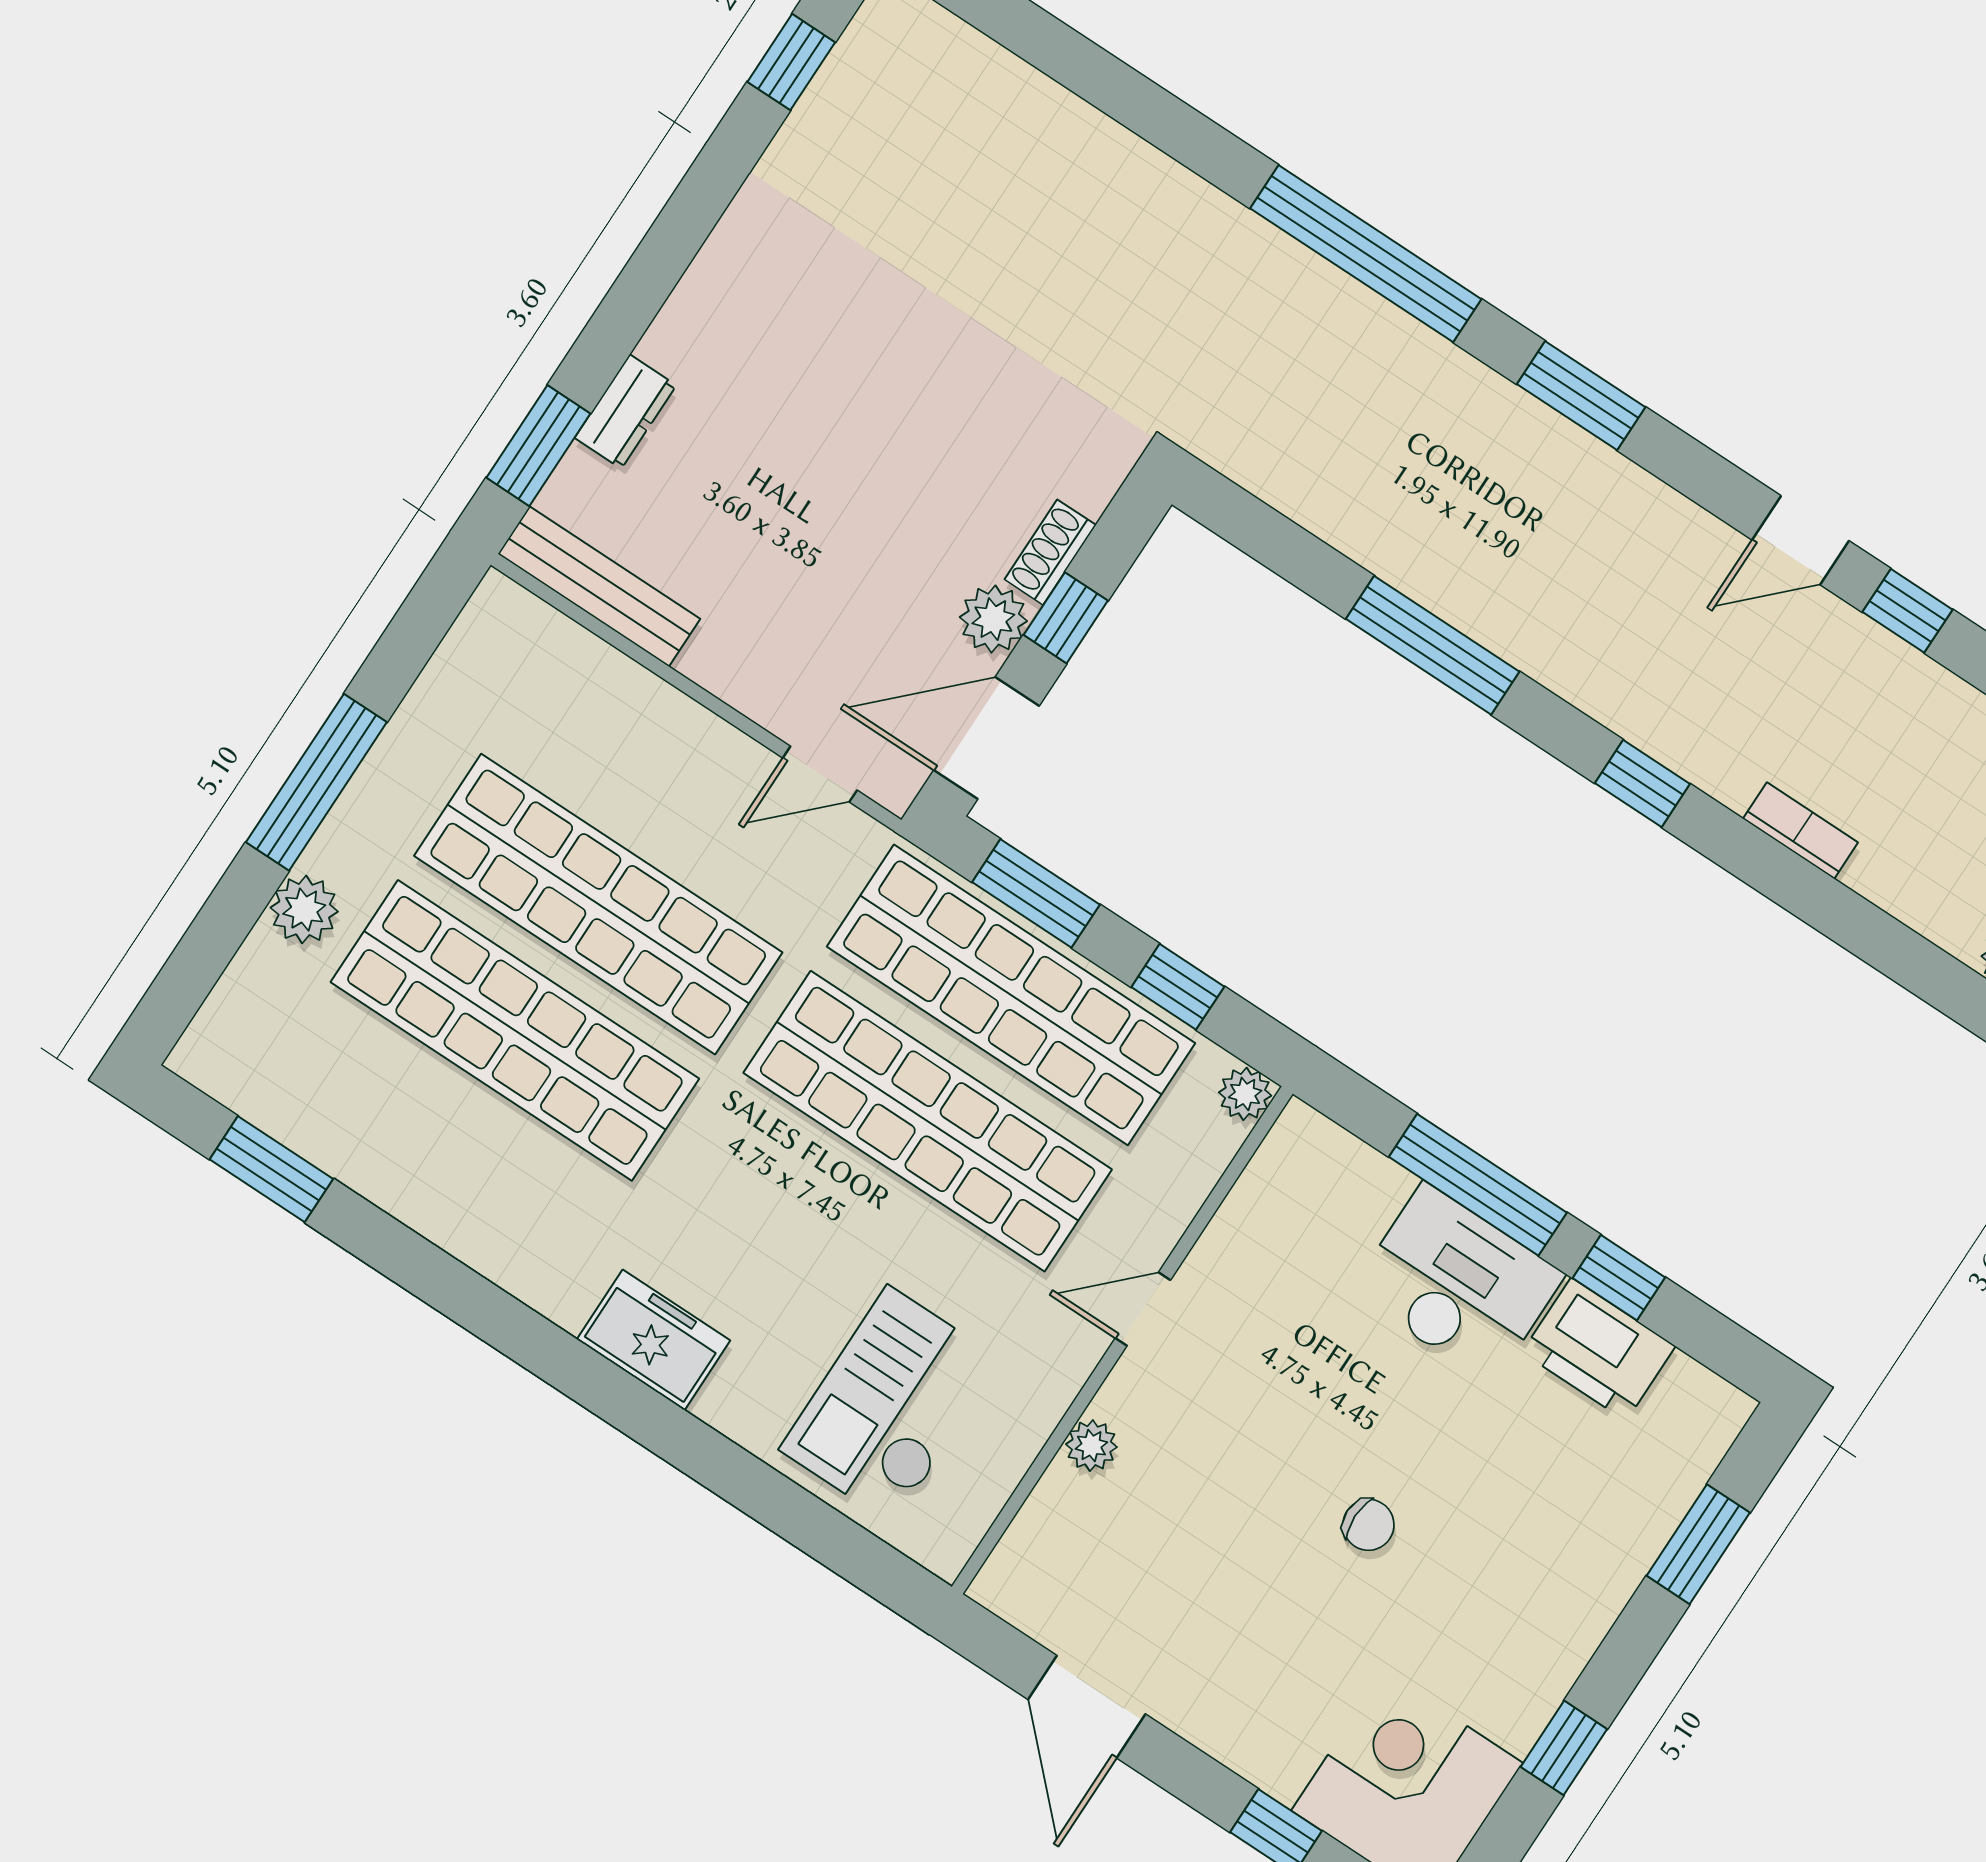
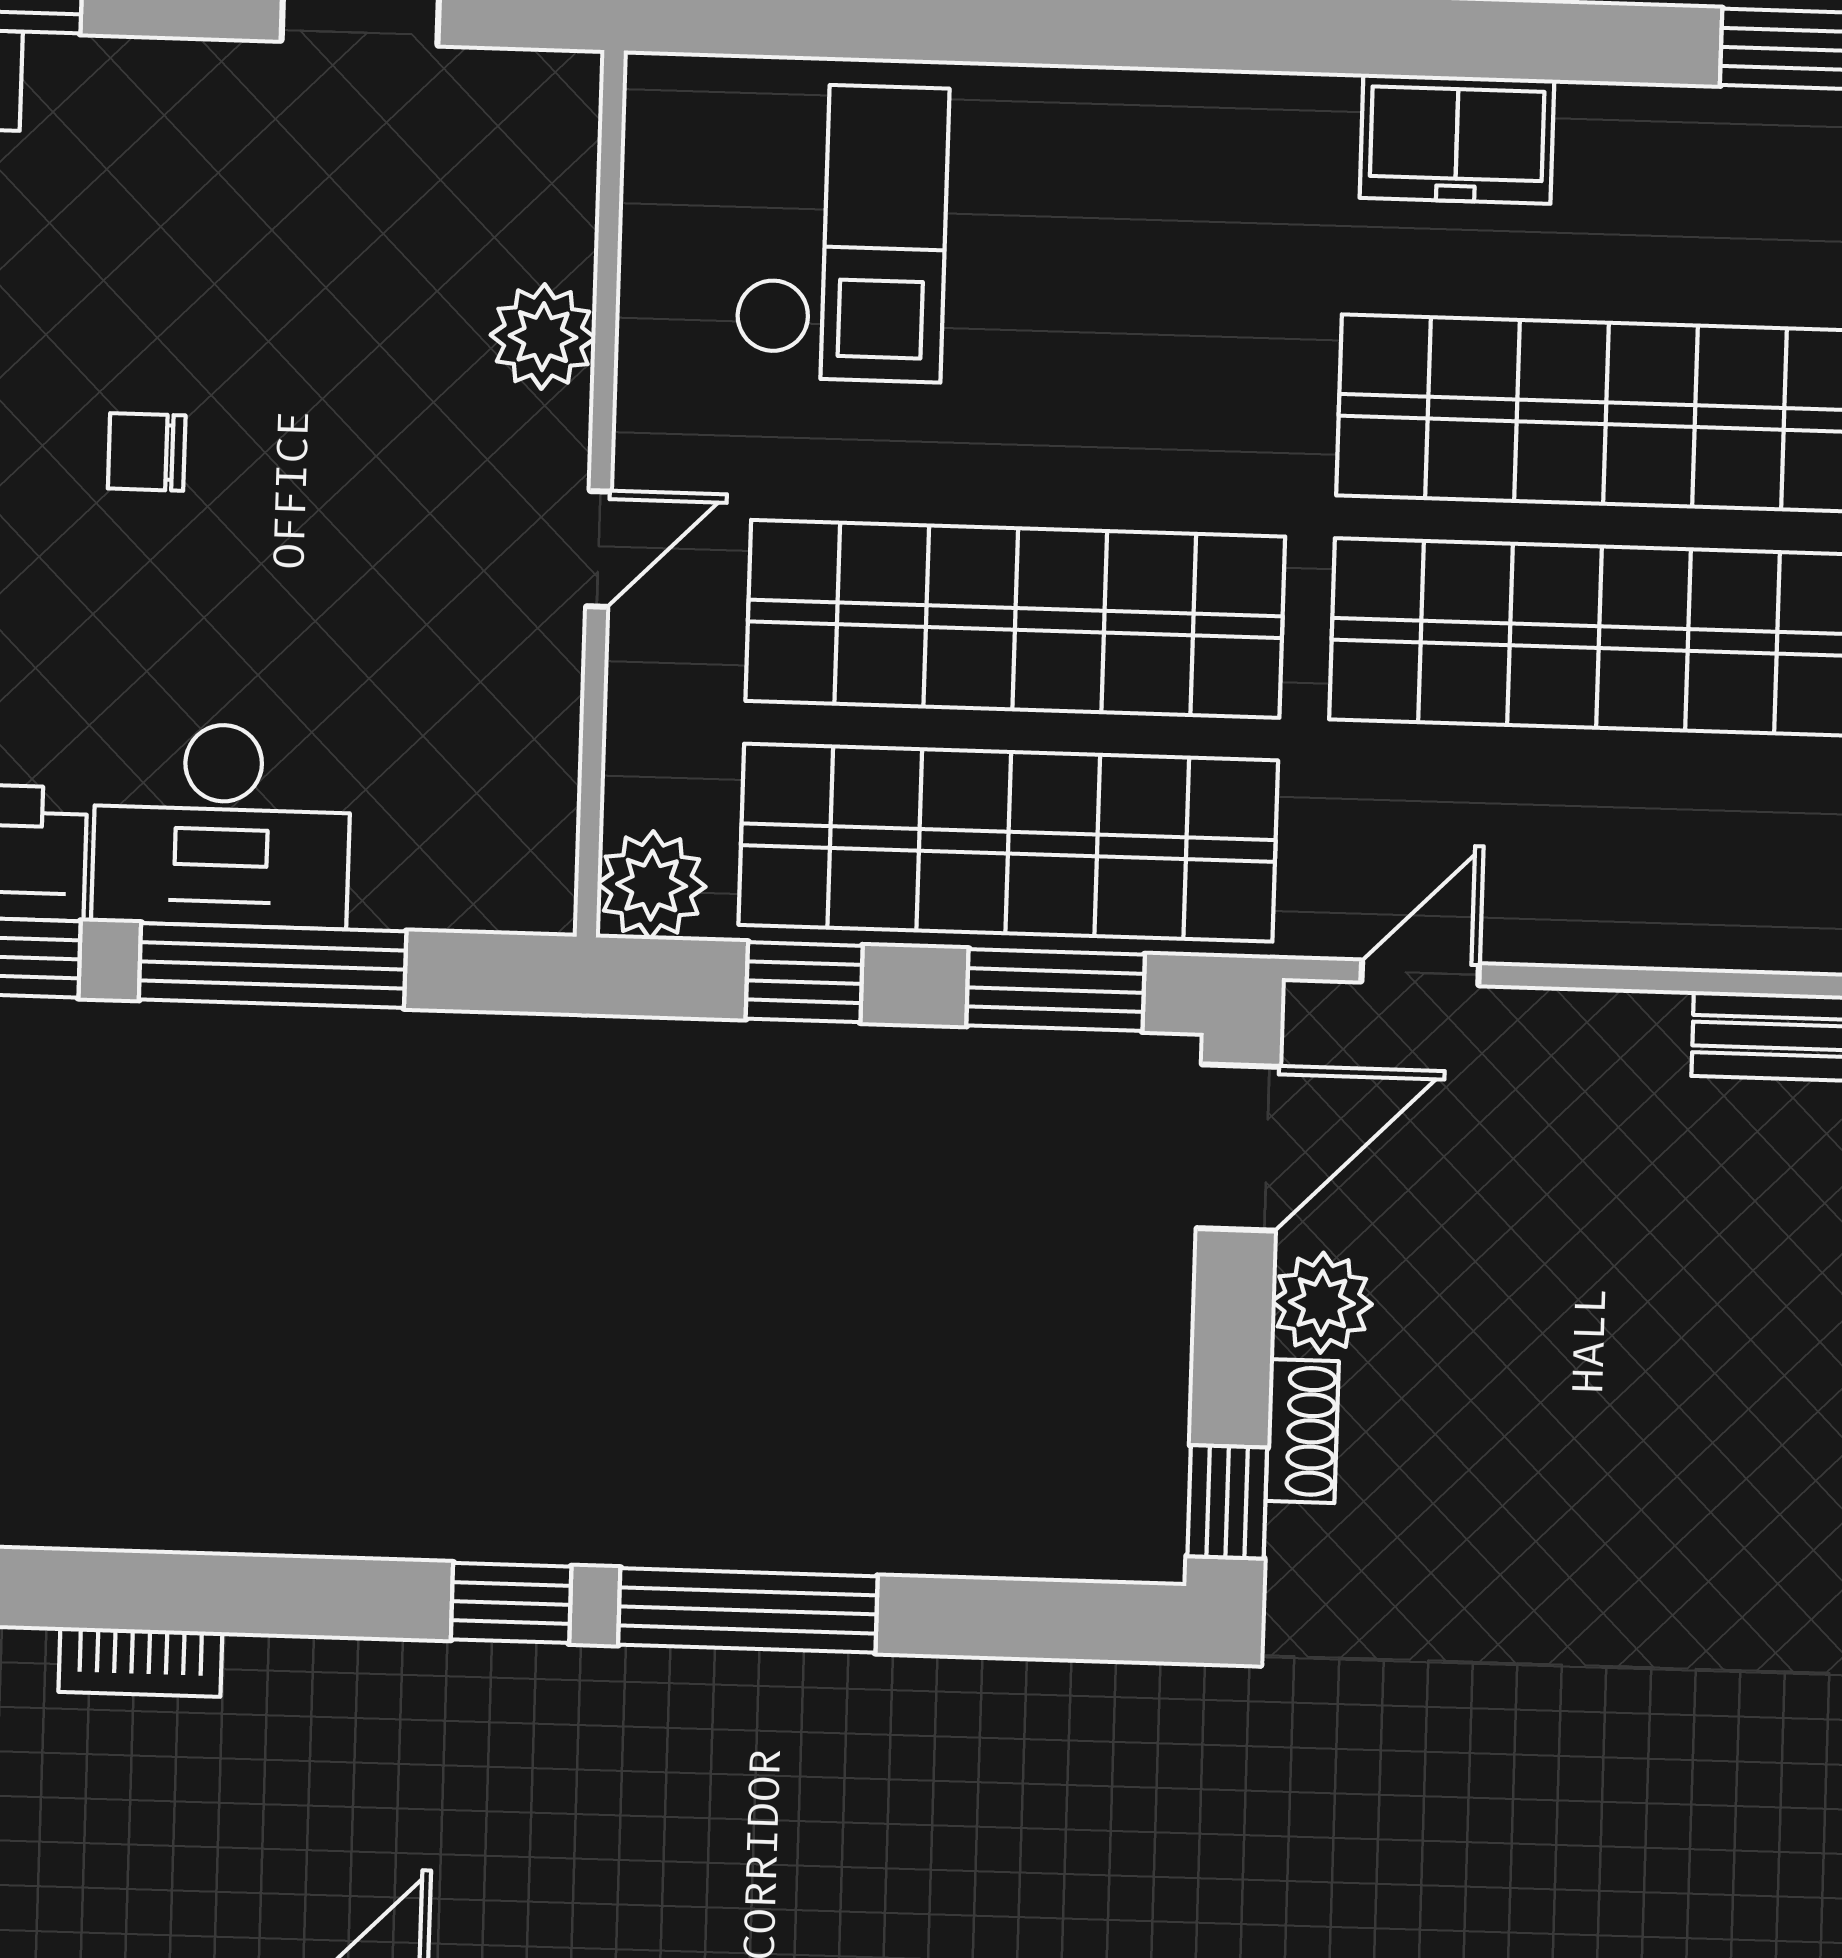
window: (1066, 618) -> (1227, 1502), moved
window: (1642, 783) -> (511, 1603), moved
plant: (1245, 1094) -> (652, 885), width x1.38, depth x1.38
freezer: (654, 1340) -> (1457, 139), moved
plant: (1091, 1446) -> (543, 337), width x1.38, depth x1.38

